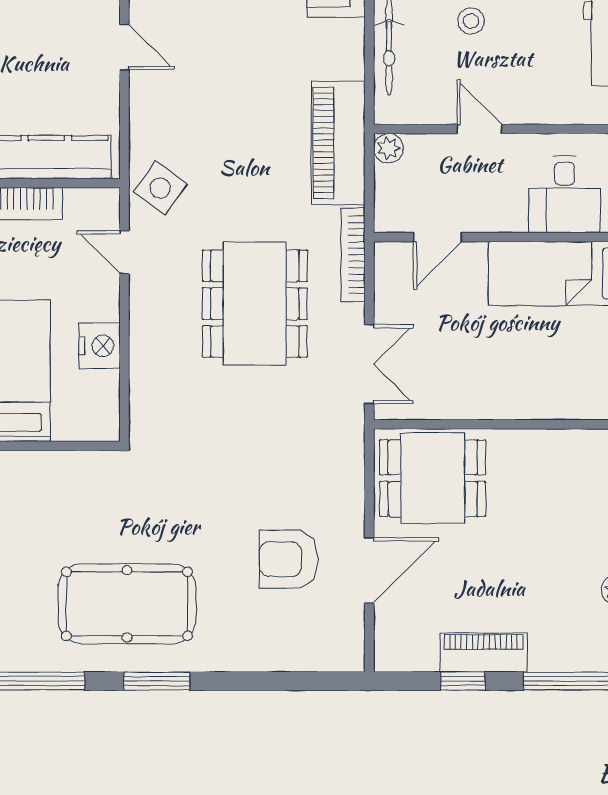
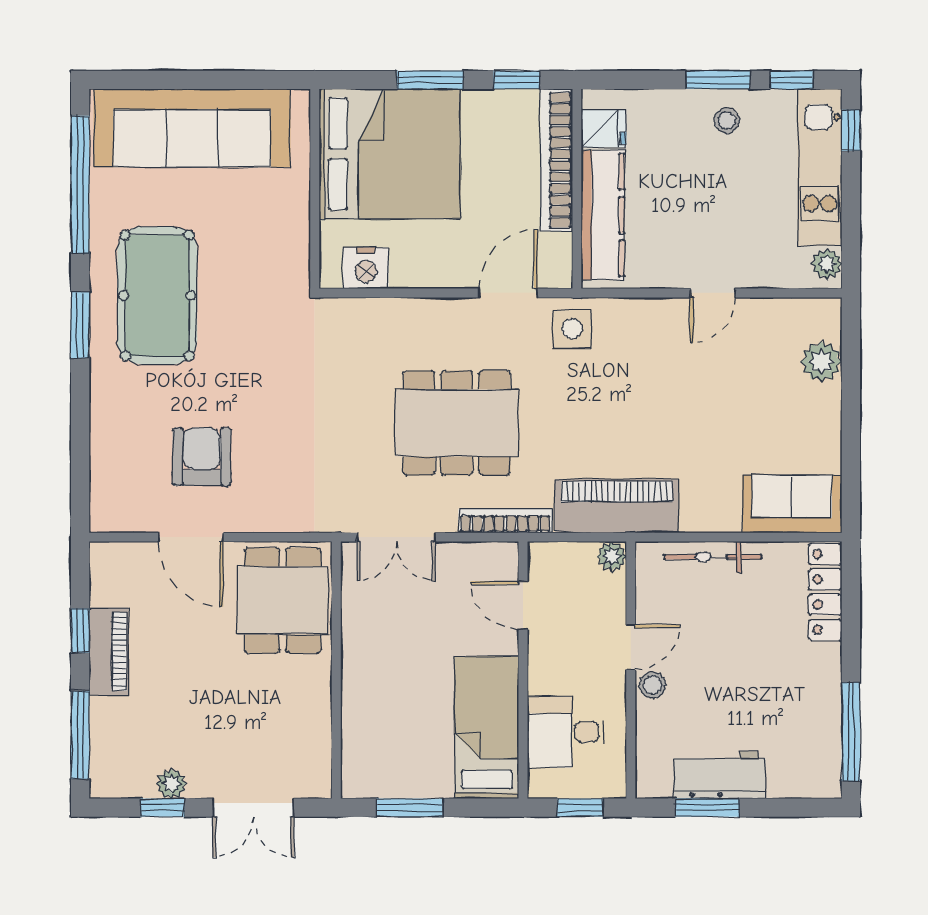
stool: (471, 21) -> (652, 685), moved
side table: (160, 188) -> (572, 329), turned -36
door: (124, 252) -> (508, 293), width x1.38
nightstand: (99, 346) -> (366, 268), moved

